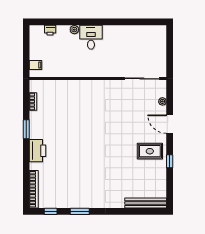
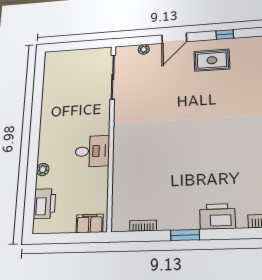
printer: (50, 30) -> (44, 204), width x1.87, depth x1.48
desk: (91, 37) -> (92, 151), moved, turned 180
filing cabinet: (36, 65) -> (90, 223), width x2.00
rug: (150, 151) -> (212, 60), turned 90

